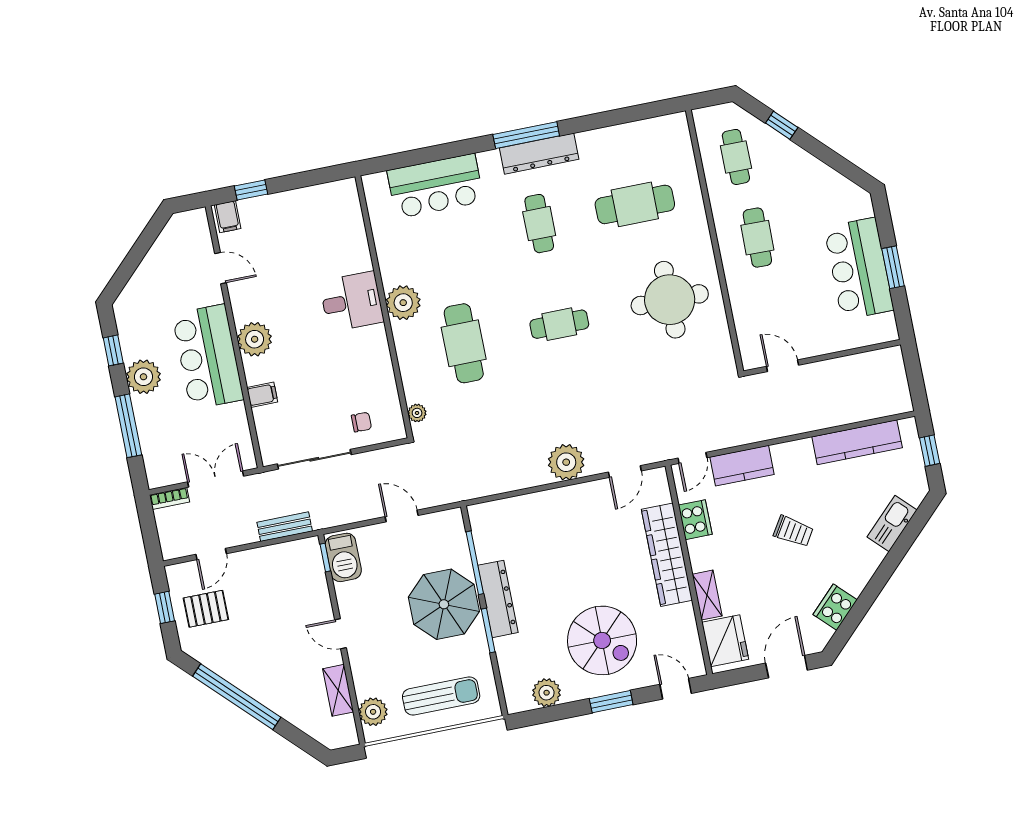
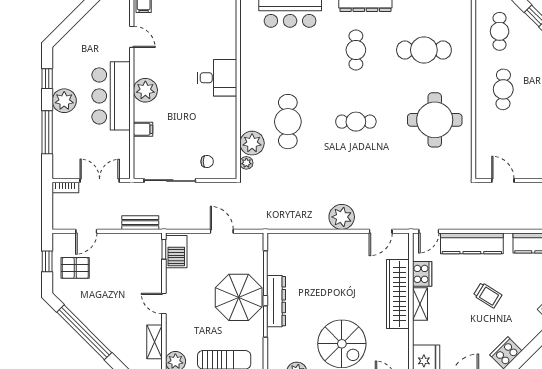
plant: (403, 303) -> (252, 143), moved
kitchen counter: (742, 466) -> (472, 243), width x1.50
shelving: (707, 595) -> (420, 304), moved

